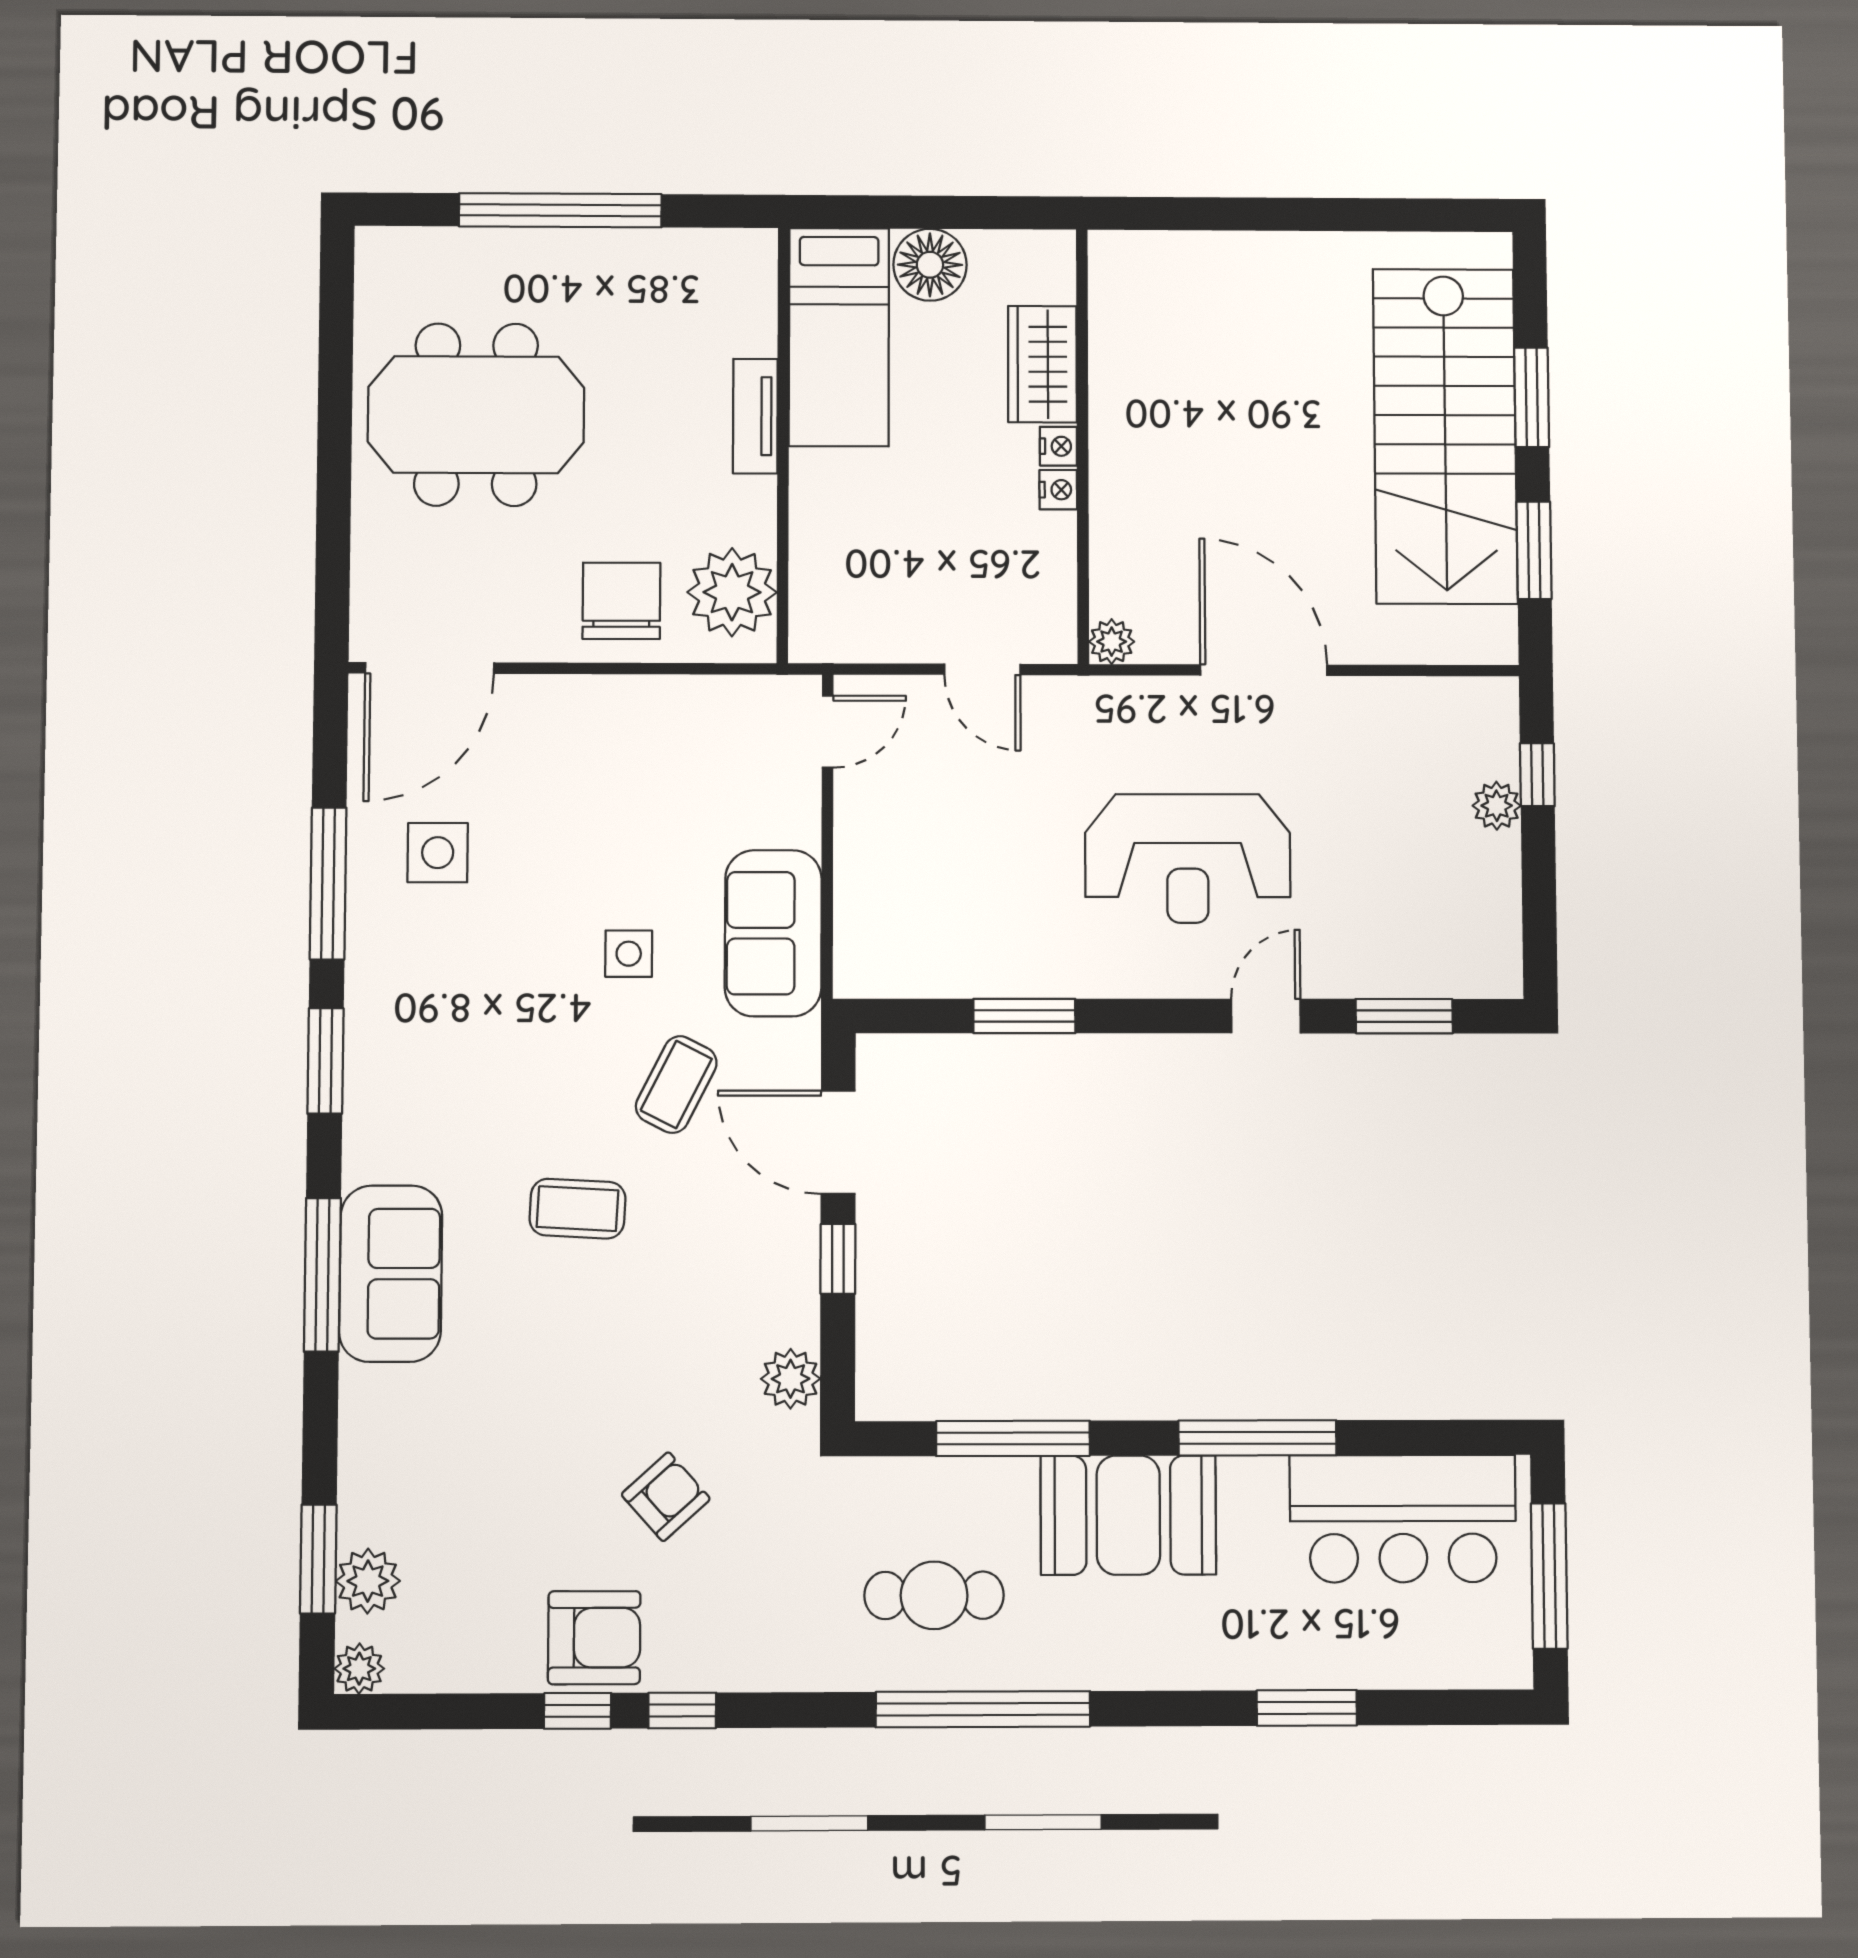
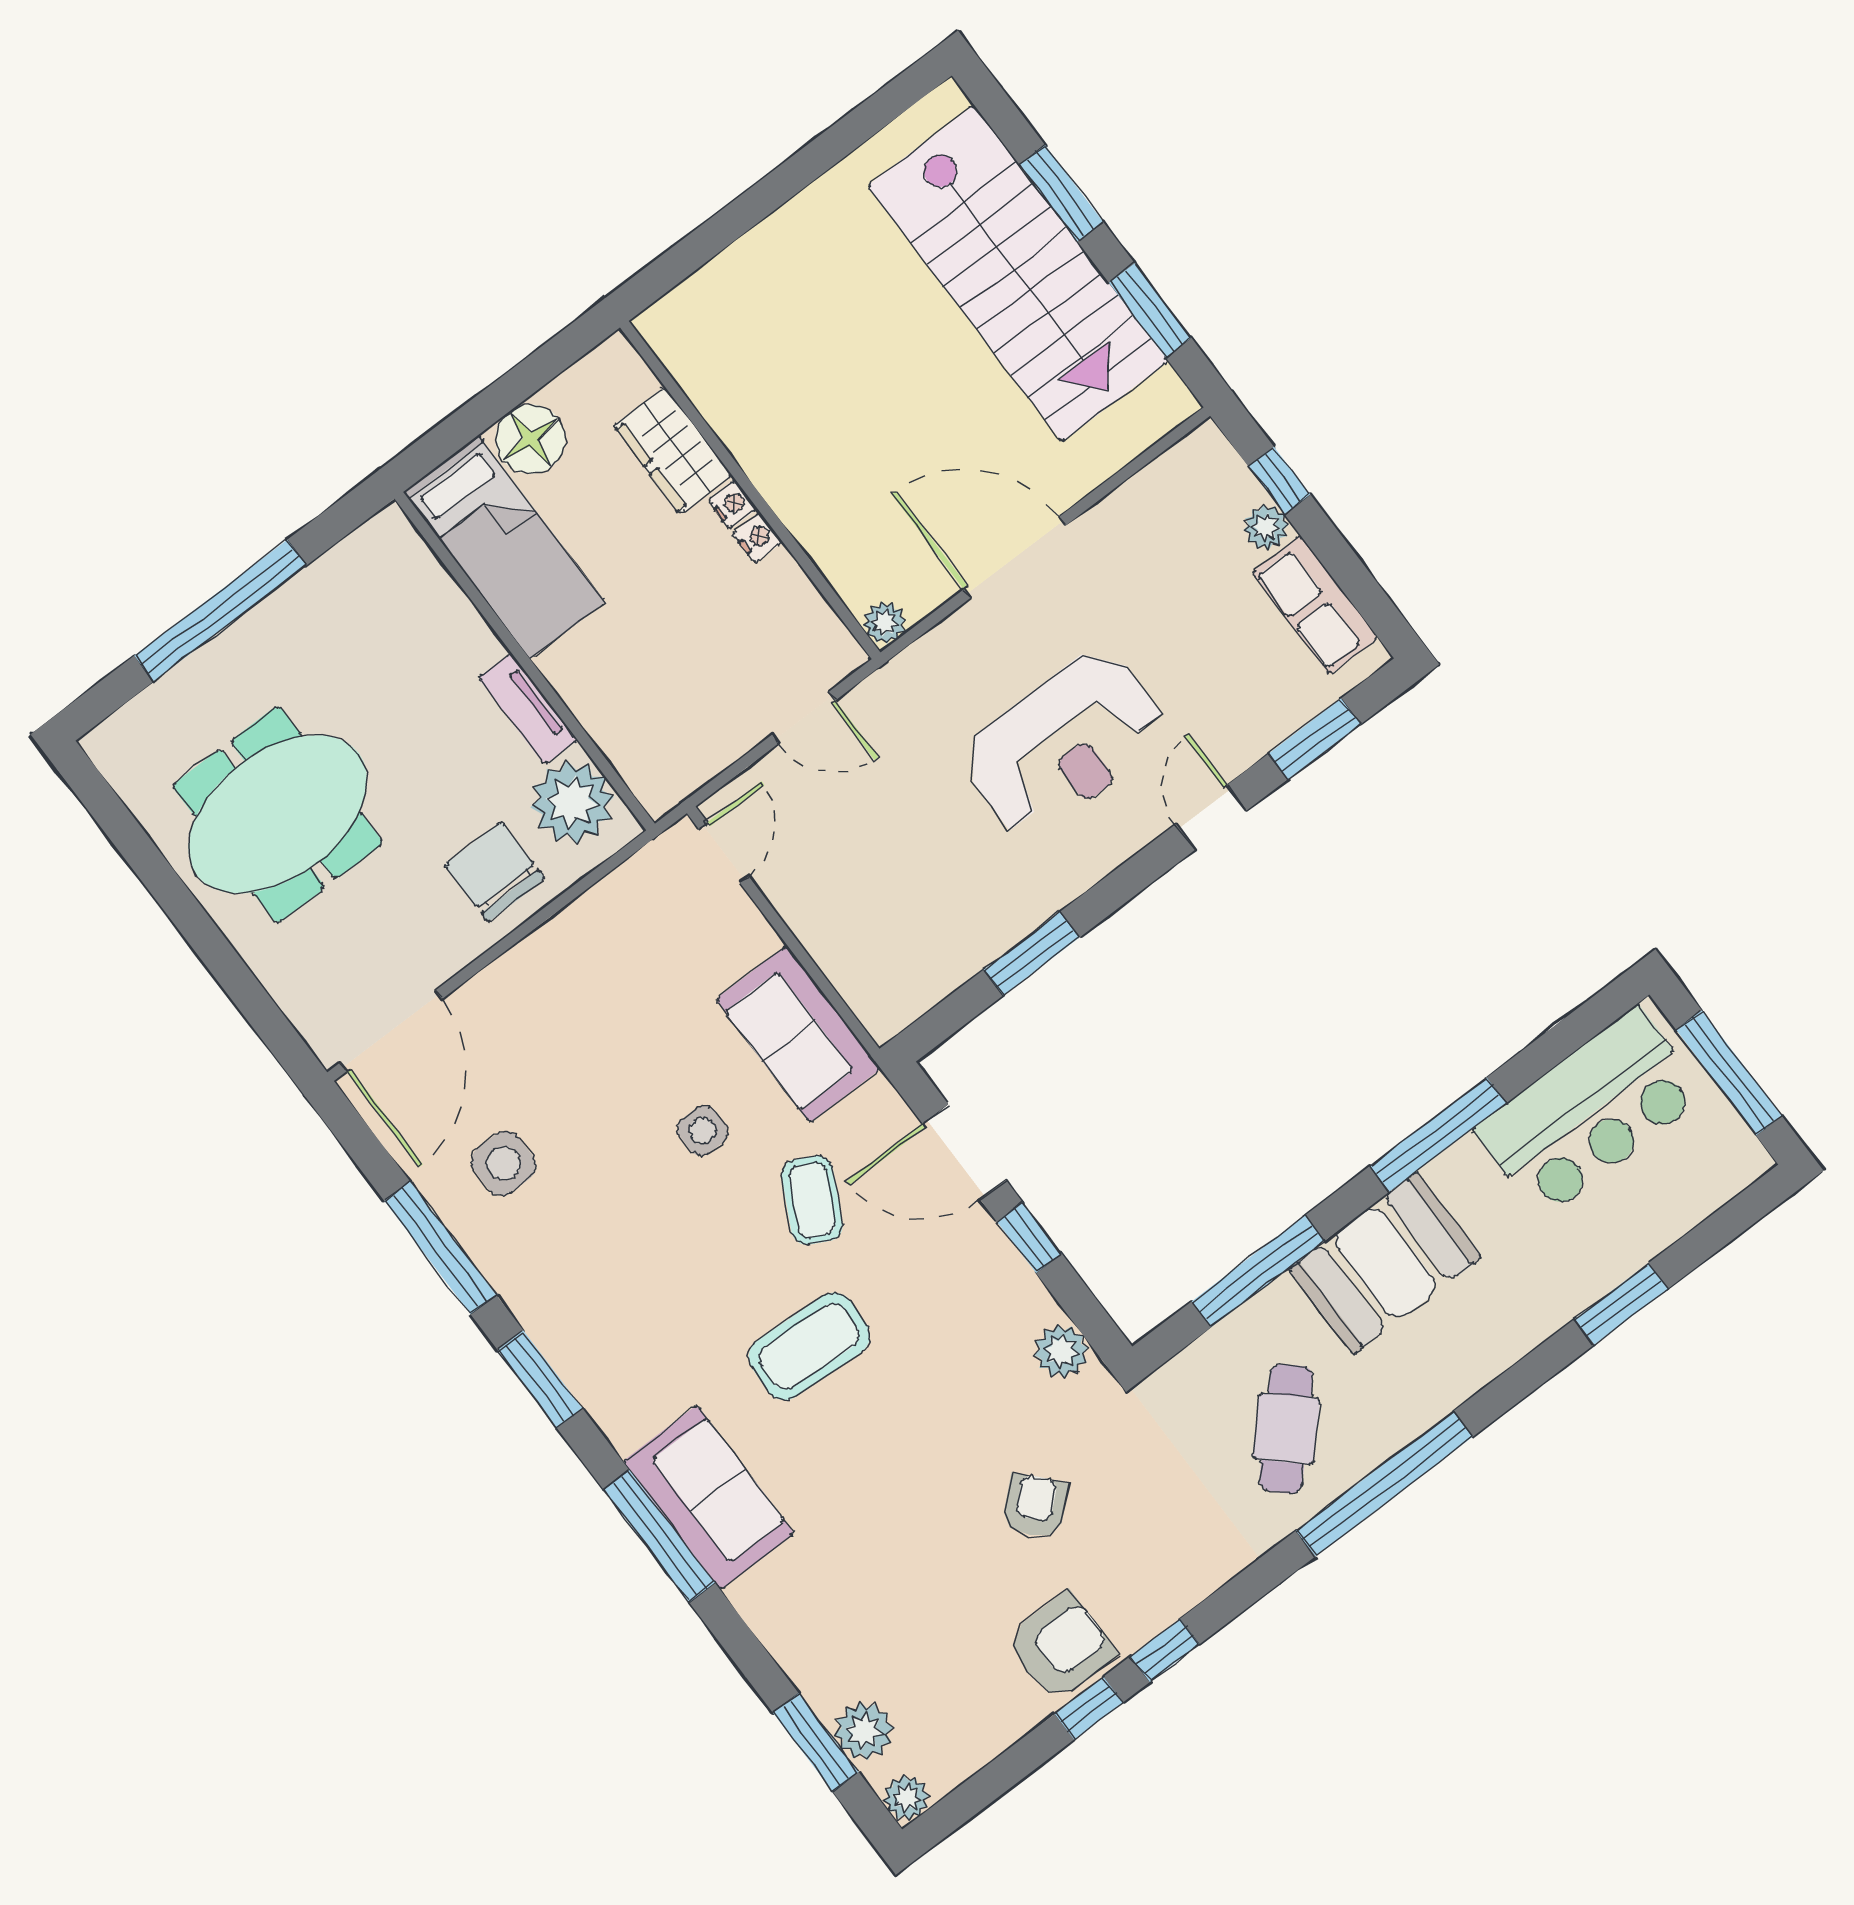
tv unit: (755, 416) -> (528, 709), moved
row of seats: (1489, 903) -> (1315, 605), added
coffee table: (577, 1209) -> (809, 1346), width x1.36, depth x1.30
cafe table: (934, 1595) -> (1286, 1429), turned -47

